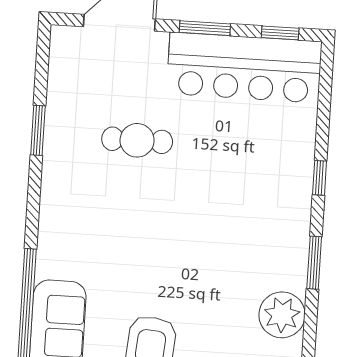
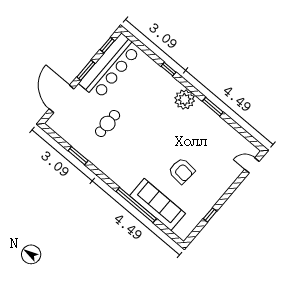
window: (314, 263) -> (213, 107), moved
plant: (282, 315) -> (185, 99), moved

